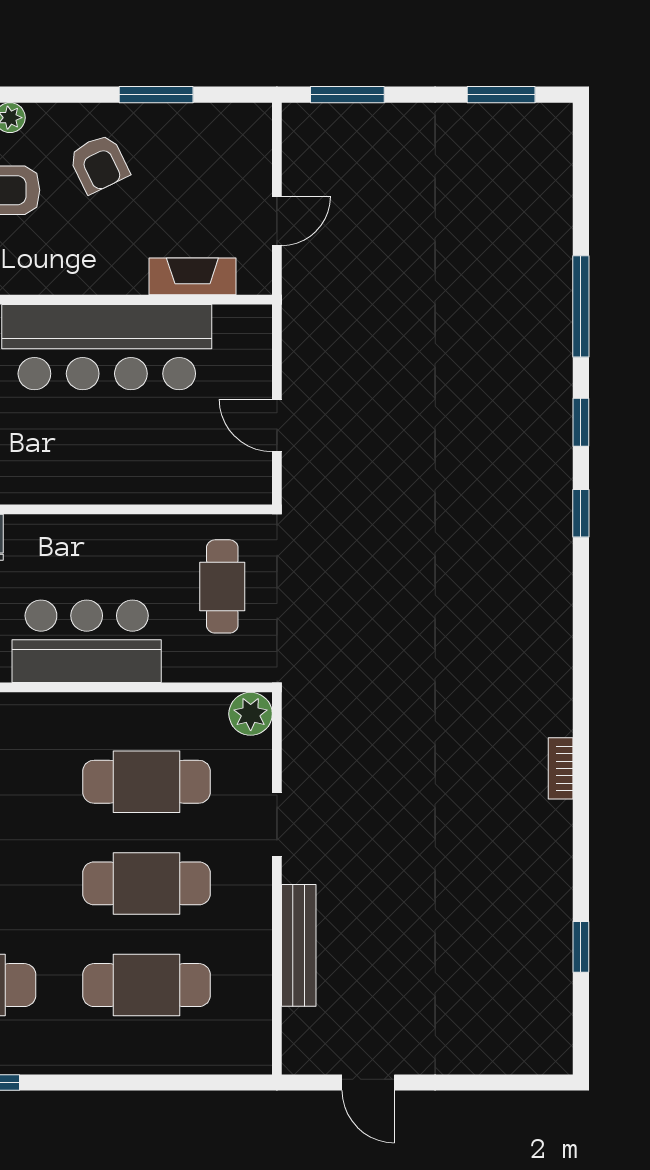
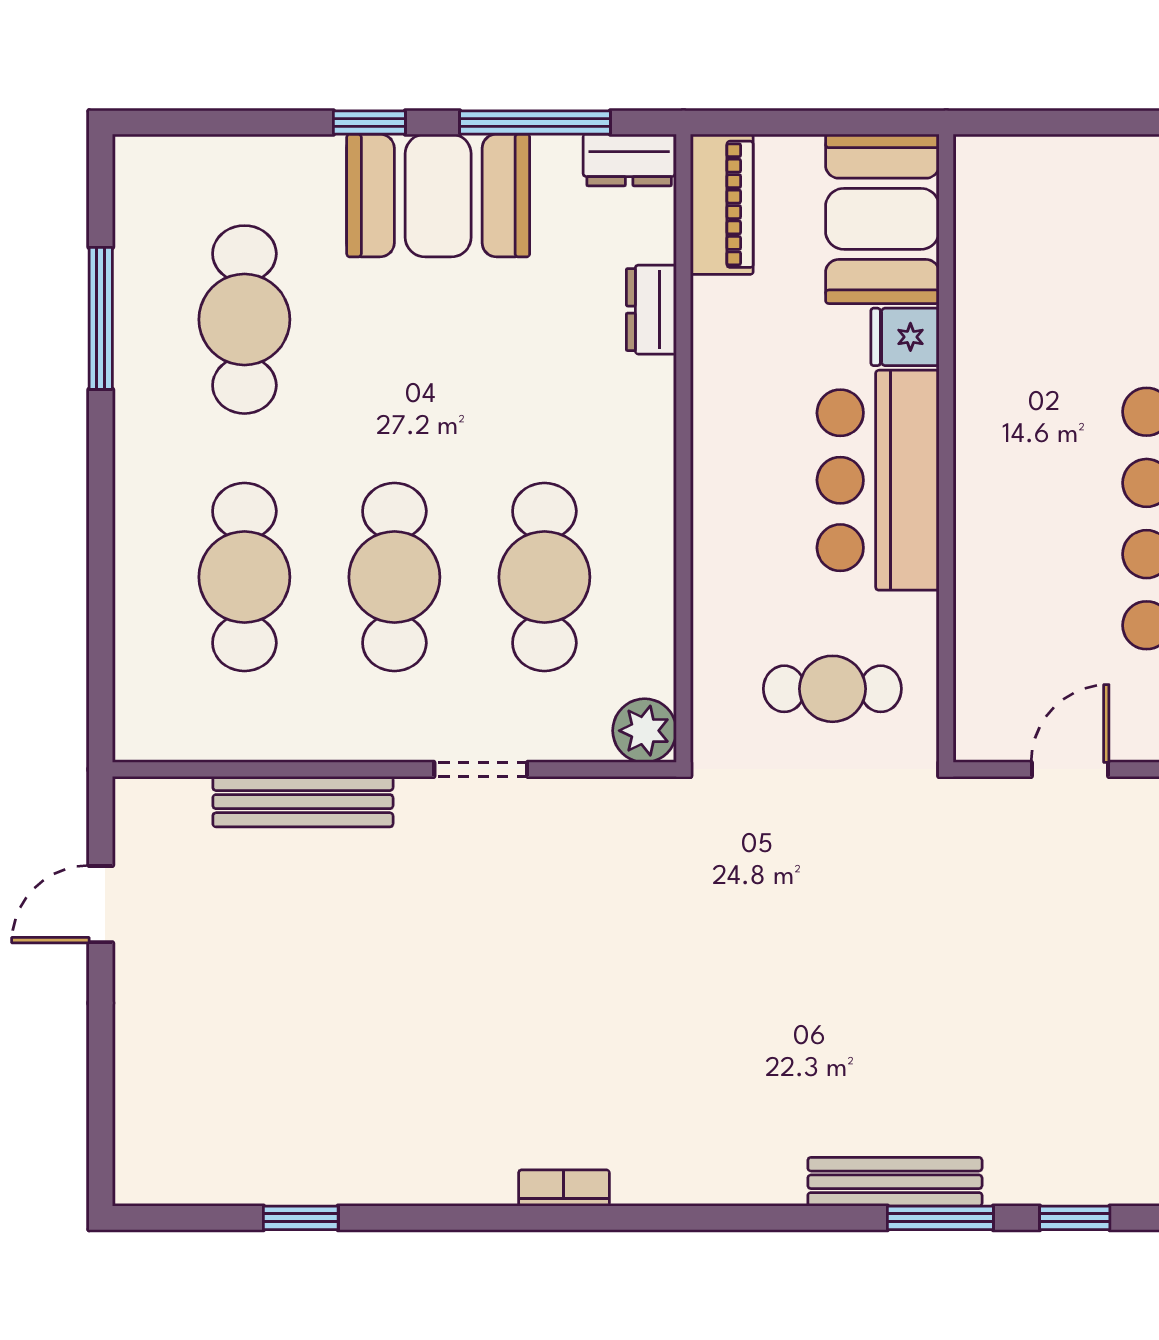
window: (581, 513) -> (940, 1218), width x1.50
bench: (556, 544) -> (895, 1182), added
bar counter: (87, 641) -> (878, 480), moved, turned 180

